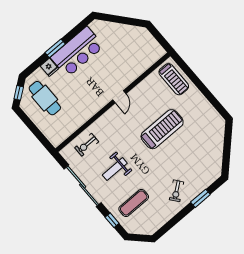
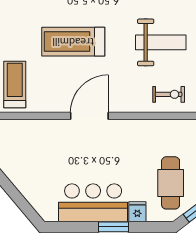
door: (119, 97) -> (89, 116), width x1.88
weight bench: (115, 169) -> (161, 42), width x1.36, depth x1.33

